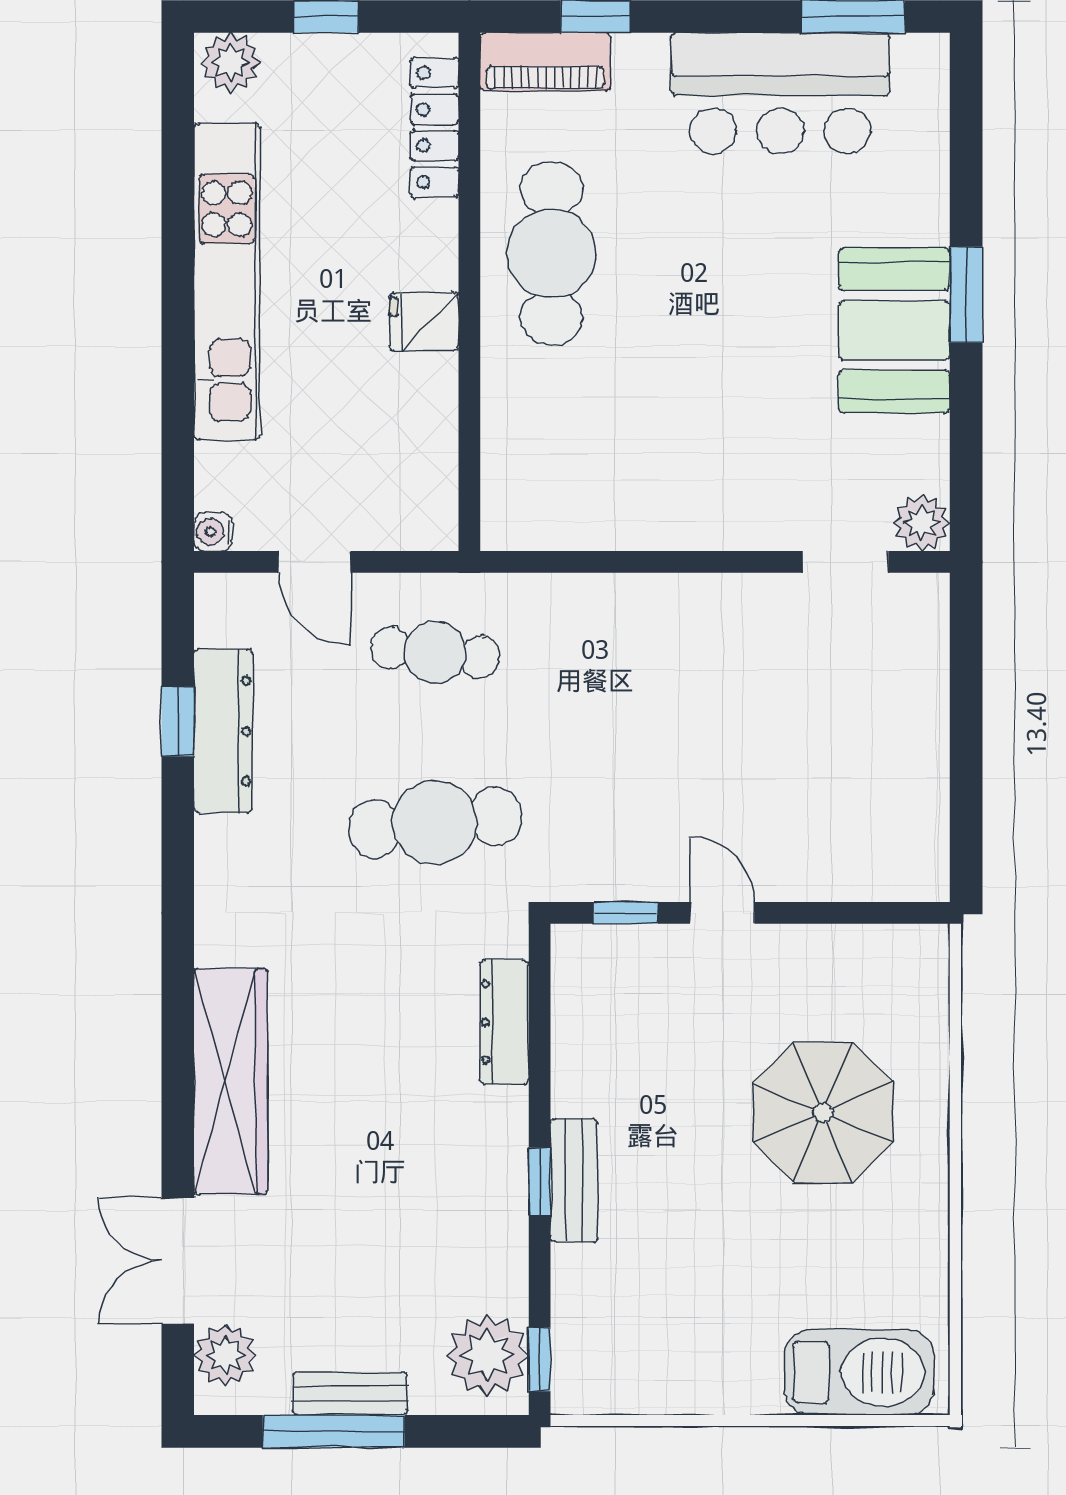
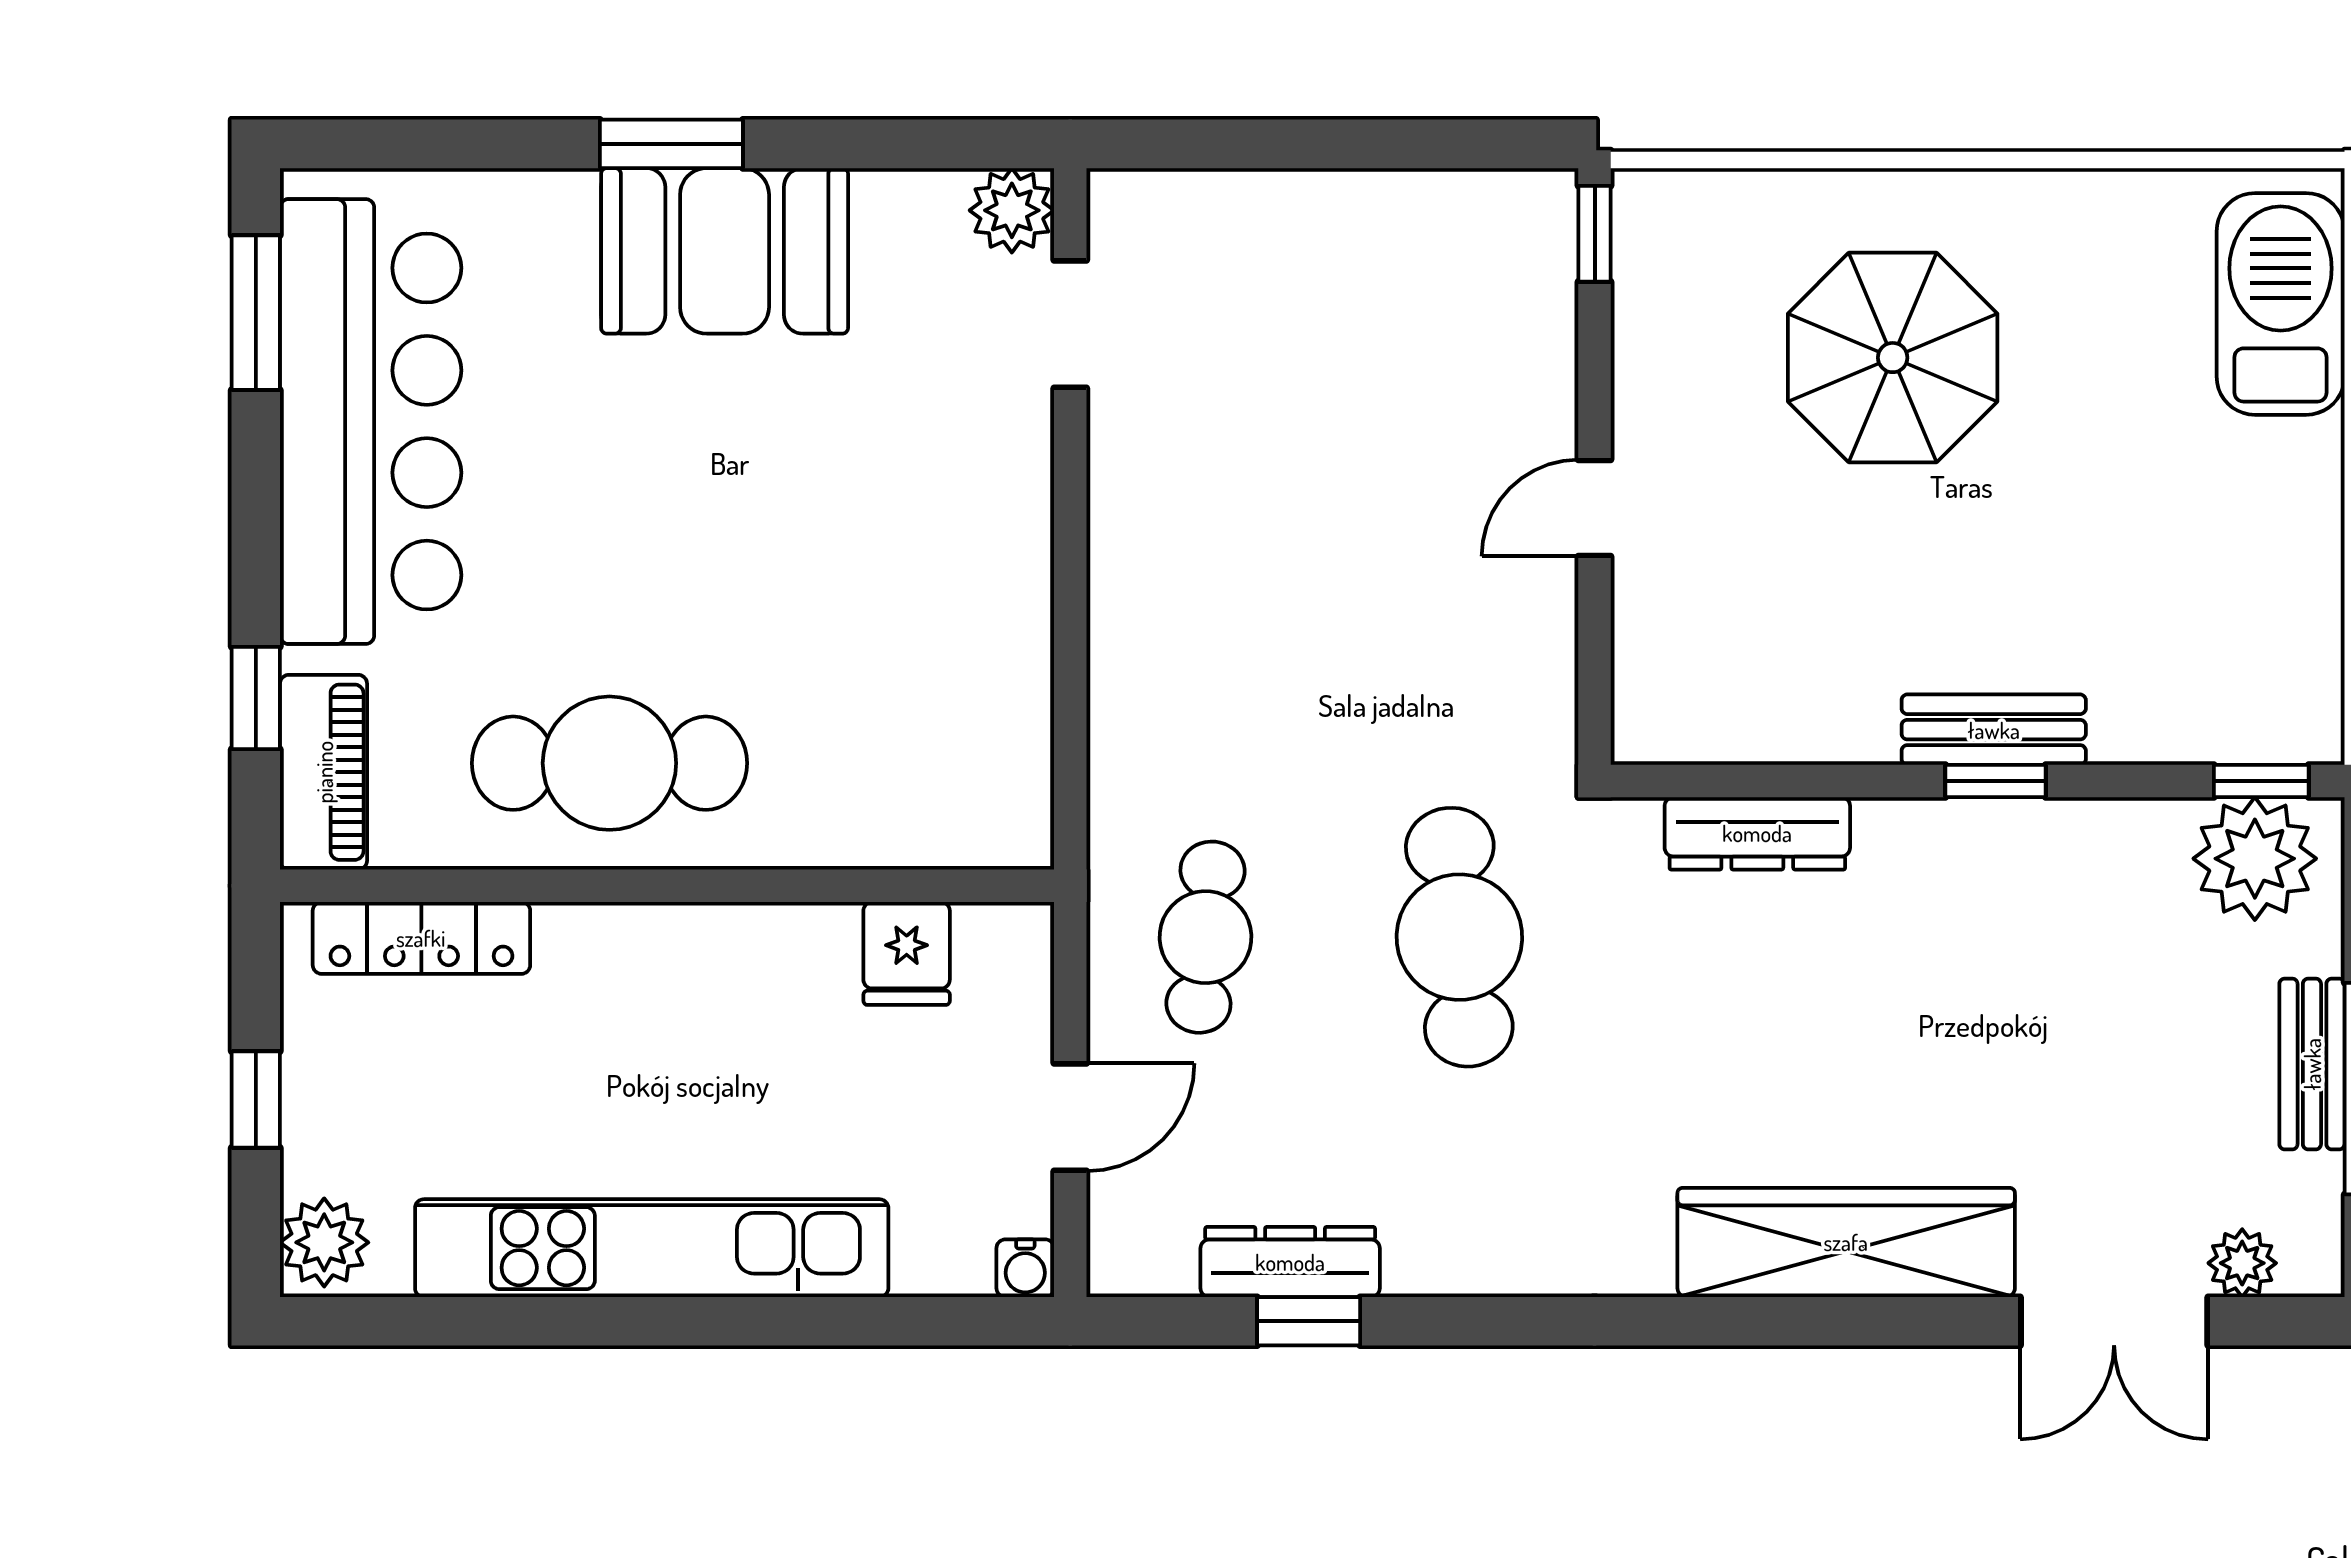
bar counter: (780, 93) -> (371, 422), width x1.36
fridge: (424, 322) -> (907, 953), moved
dresser: (223, 731) -> (1290, 1262), width x0.73, depth x0.80
window: (626, 913) -> (1595, 234), moved
plant: (225, 1355) -> (2242, 1263), width x0.73, depth x0.73

